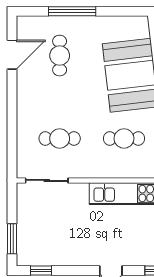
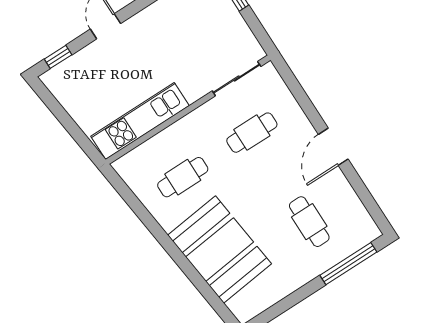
window: (72, 11) -> (348, 264), moved
door: (12, 55) -> (333, 147), moved

